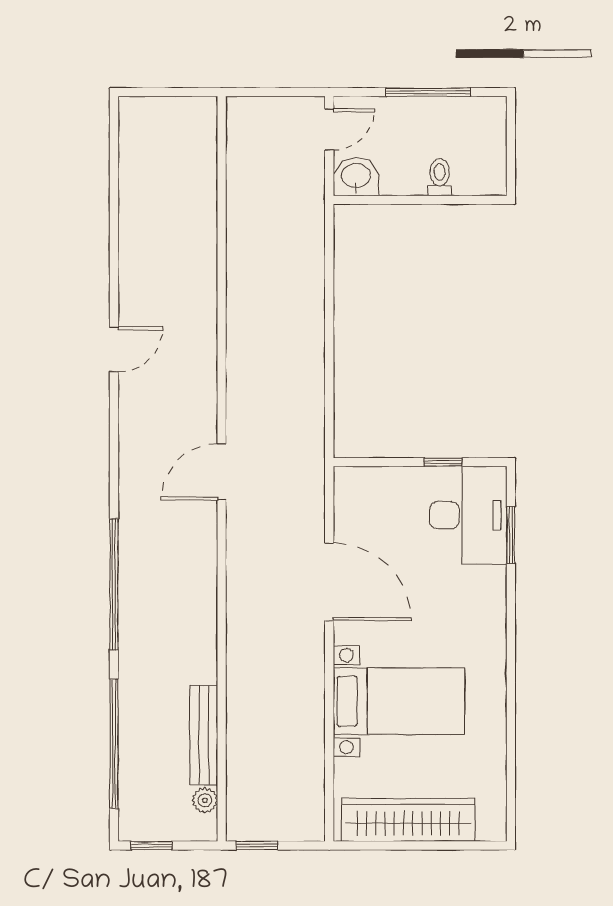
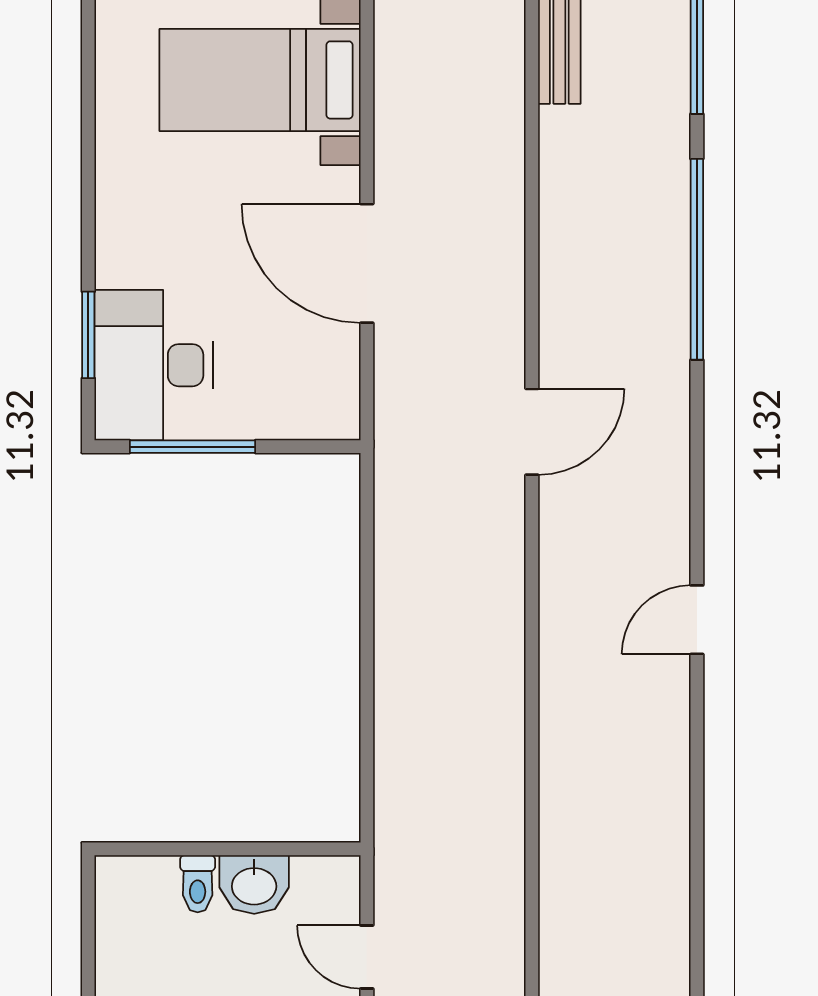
door: (329, 129) -> (367, 957), hinge flipped
washbasin: (356, 177) -> (254, 885), moved
window: (443, 462) -> (192, 447), width x2.17

